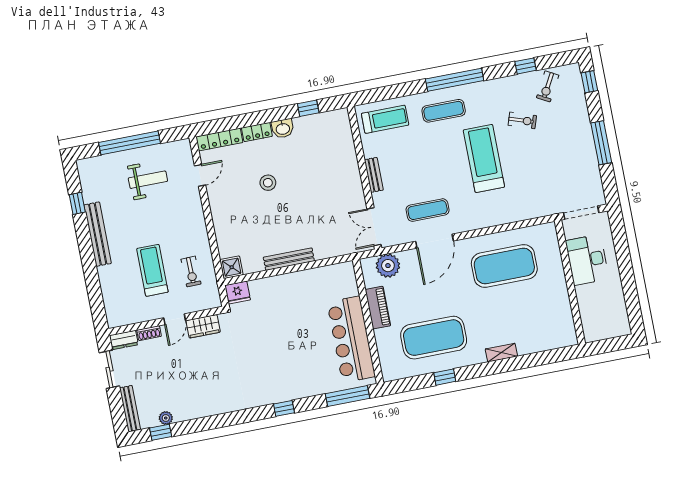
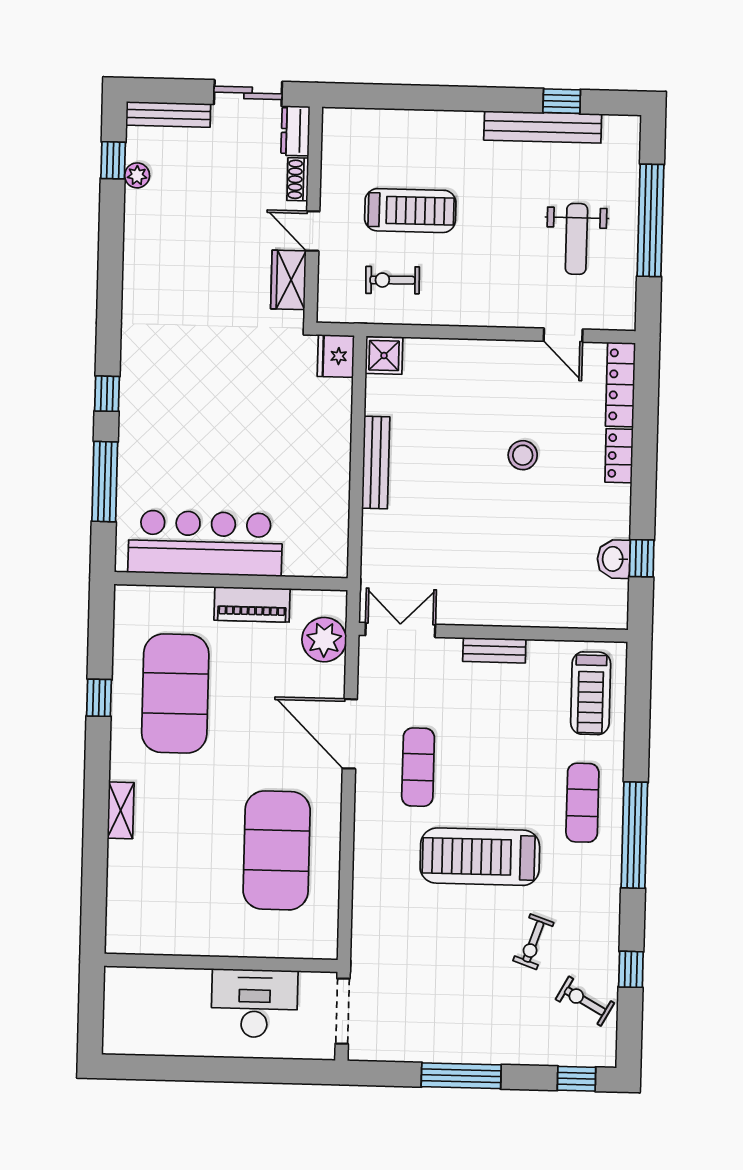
washbasin: (283, 128) -> (614, 559), moved
treadmill: (484, 158) -> (480, 857), turned 180
exercise mat: (428, 210) -> (418, 767), moved
bench: (98, 234) -> (543, 127), moved
window: (347, 396) -> (105, 482), moved

